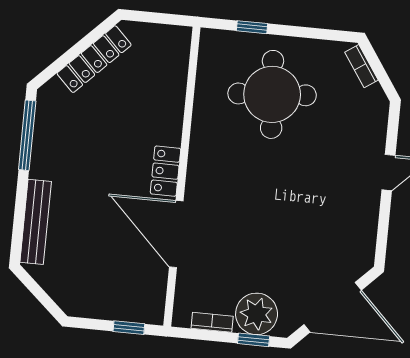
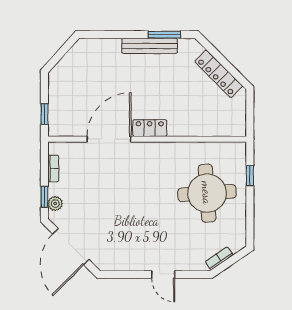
bookcase: (361, 66) -> (219, 258), moved
window: (27, 135) -> (164, 35), width x0.69
bench: (36, 222) -> (150, 46), moved
plant: (257, 314) -> (55, 204), width x0.53, depth x0.53

